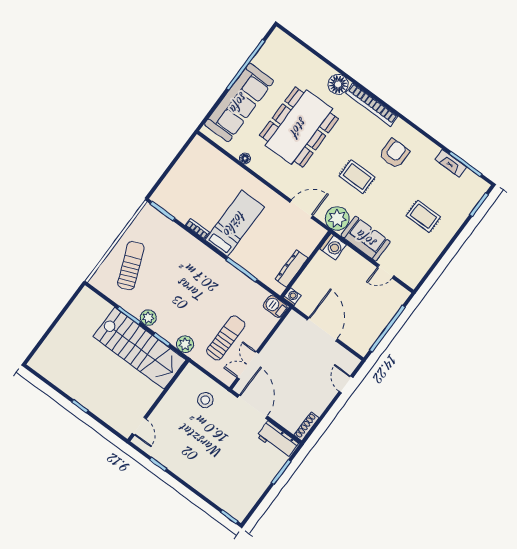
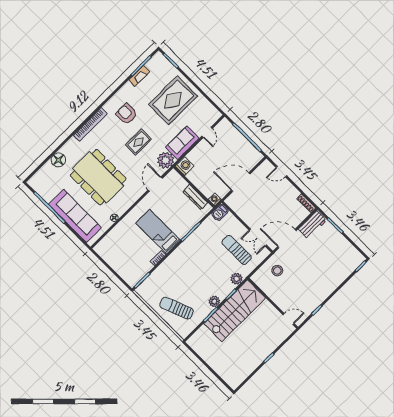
floor lamp: (338, 84) -> (58, 160), moved
rug: (423, 216) -> (173, 100), width x1.86, depth x2.06

